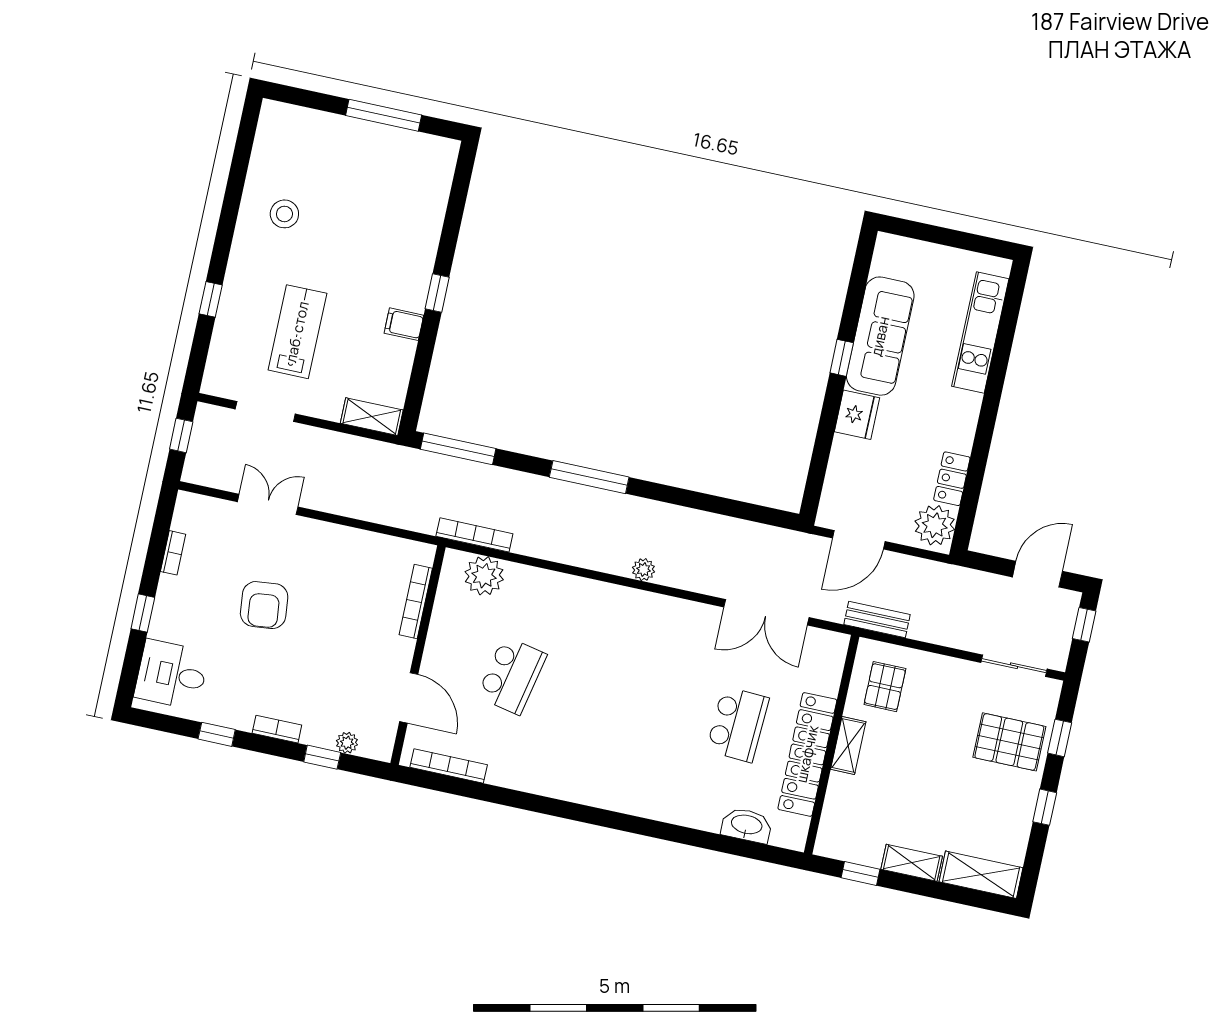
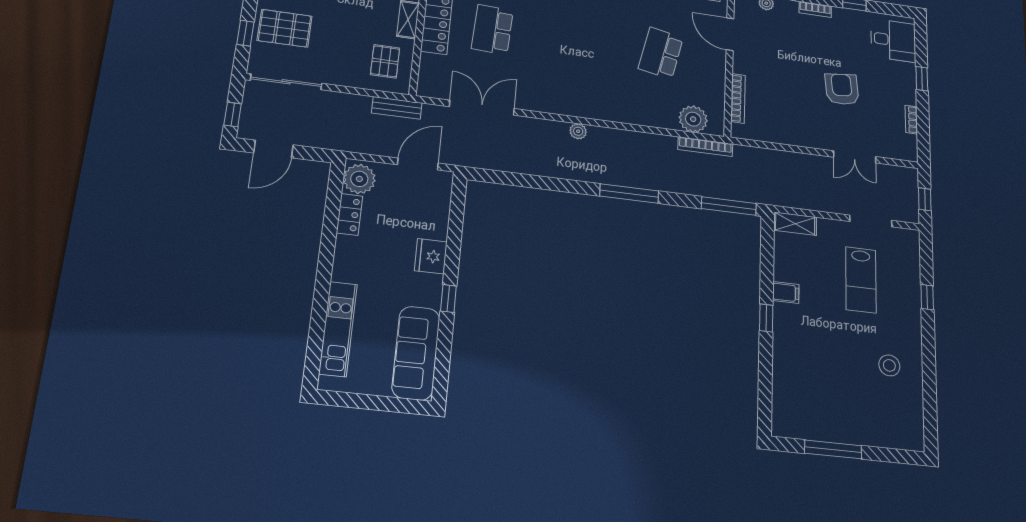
sofa: (880, 336) -> (416, 353), moved
sliding door: (1014, 666) -> (286, 82), width x1.37

